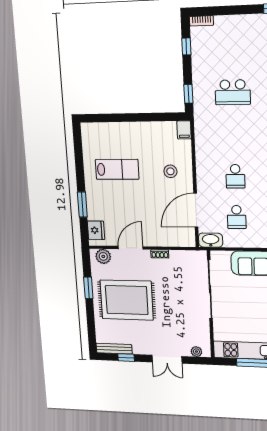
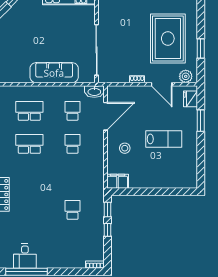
window: (186, 46) -> (107, 230), moved
school desk: (233, 92) -> (73, 210), width x0.54
filing cabinet: (184, 130) -> (118, 181), width x2.00
lab bench: (117, 169) -> (164, 139), moved, turned 180
door: (131, 248) -> (162, 84), hinge flipped
rug: (127, 300) -> (168, 39), turned 90

